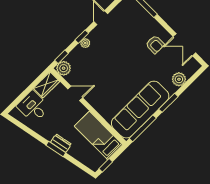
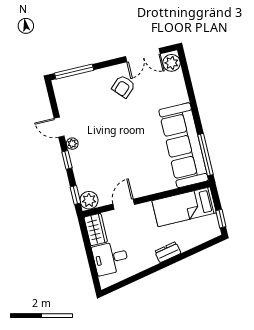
plant: (85, 43) -> (72, 144), moved
armchair: (155, 44) -> (123, 86), turned 137
plant: (179, 79) -> (172, 63), moved
window: (168, 103) -> (195, 110), removed
window: (56, 149) -> (171, 261), removed

